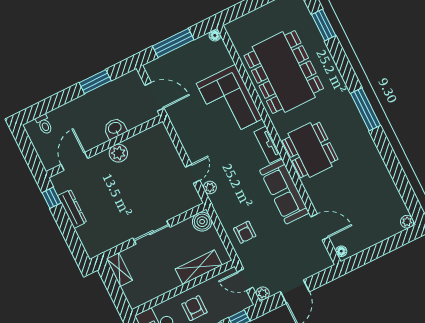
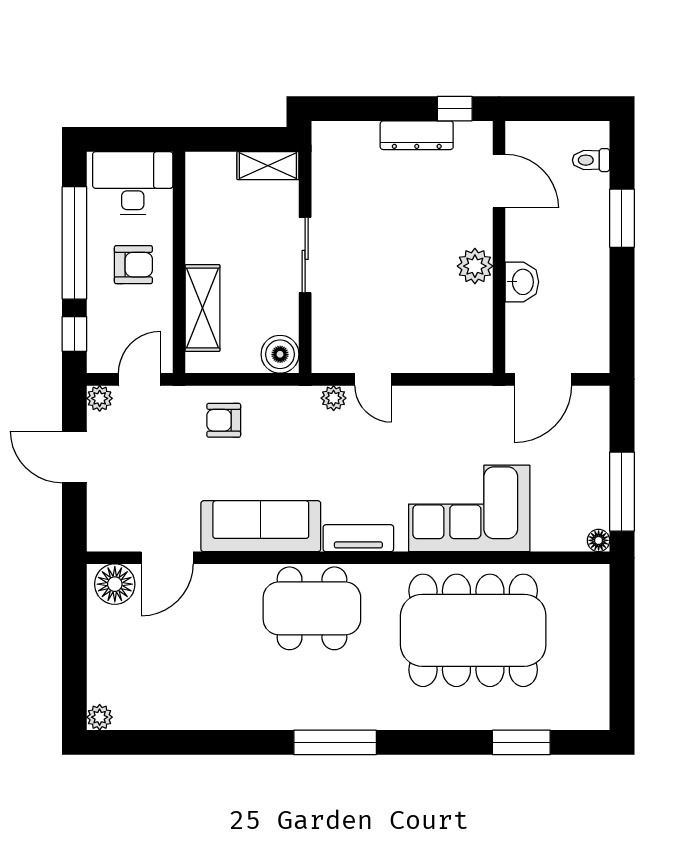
window: (173, 43) -> (622, 492), moved
window: (95, 82) -> (622, 218), moved
floor lamp: (341, 251) -> (115, 584), width x1.89, depth x1.89

